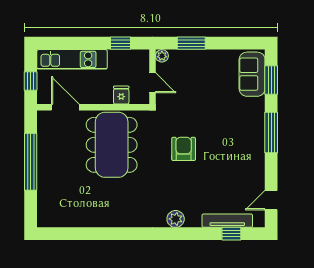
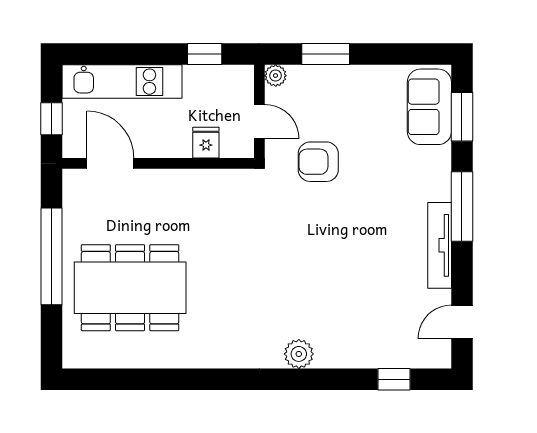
dining table: (112, 145) -> (130, 288), moved, turned 90
armchair: (184, 149) -> (318, 162), moved, turned -90
tv unit: (227, 221) -> (440, 245), moved, turned -90

